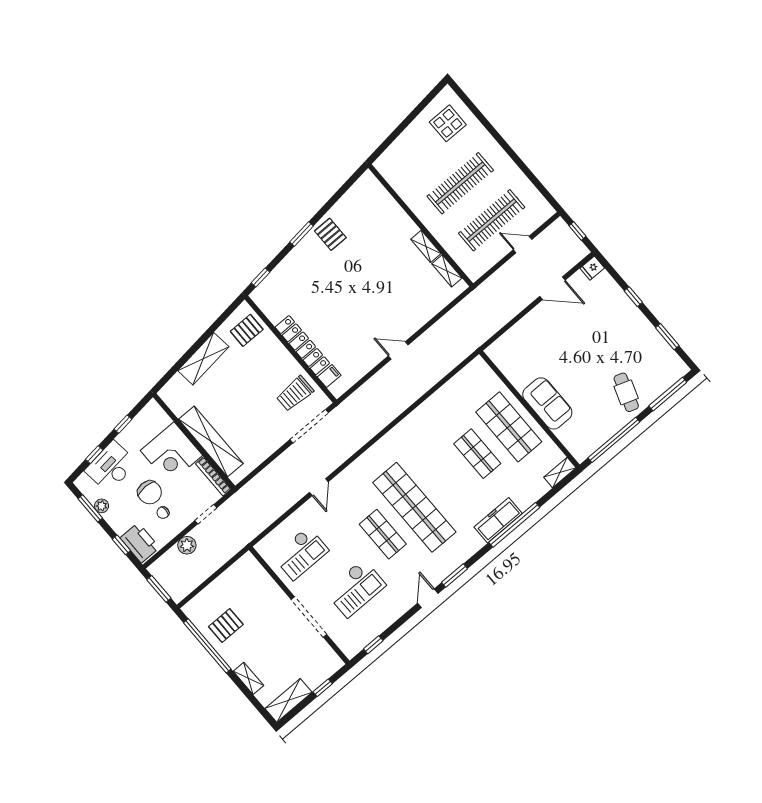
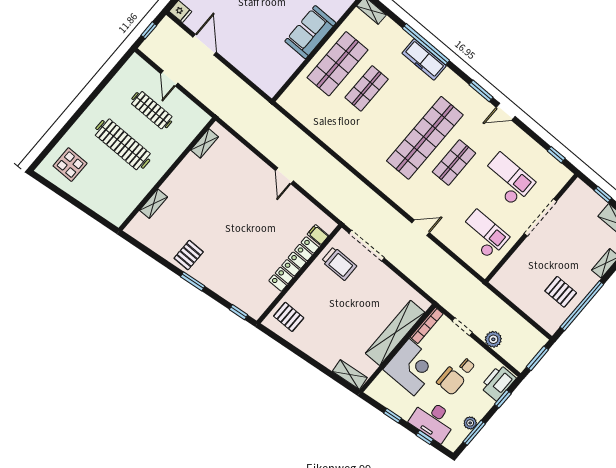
clothes rail: (492, 220) -> (152, 110), width x0.73, depth x0.76
shelving: (426, 246) -> (154, 204), moved
shelving: (203, 359) -> (350, 375), moved, width x0.67, depth x0.75
chair: (150, 492) -> (451, 381), turned 90

